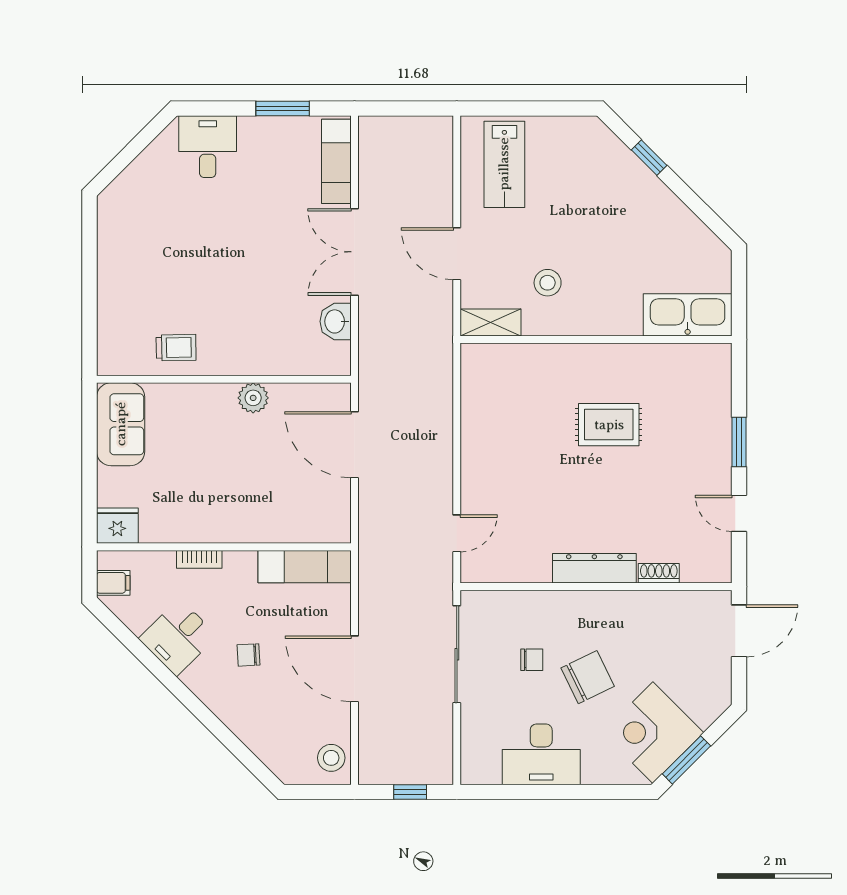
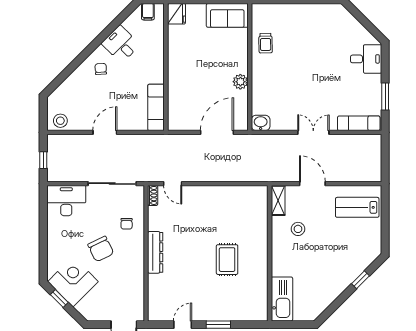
double door: (355, 252) -> (313, 132), width x0.73
door: (457, 254) -> (312, 184), hinge flipped
washbasin: (336, 321) -> (261, 123), moved
bookcase: (199, 559) -> (160, 55), removed
shoe rack: (659, 573) -> (153, 195), moved
chair: (249, 655) -> (101, 69), moved
chair: (532, 660) -> (127, 224), moved
door: (355, 669) -> (105, 132), width x0.73
desk: (541, 754) -> (66, 201), moved, turned 90
window: (687, 760) -> (59, 298), width x0.67

